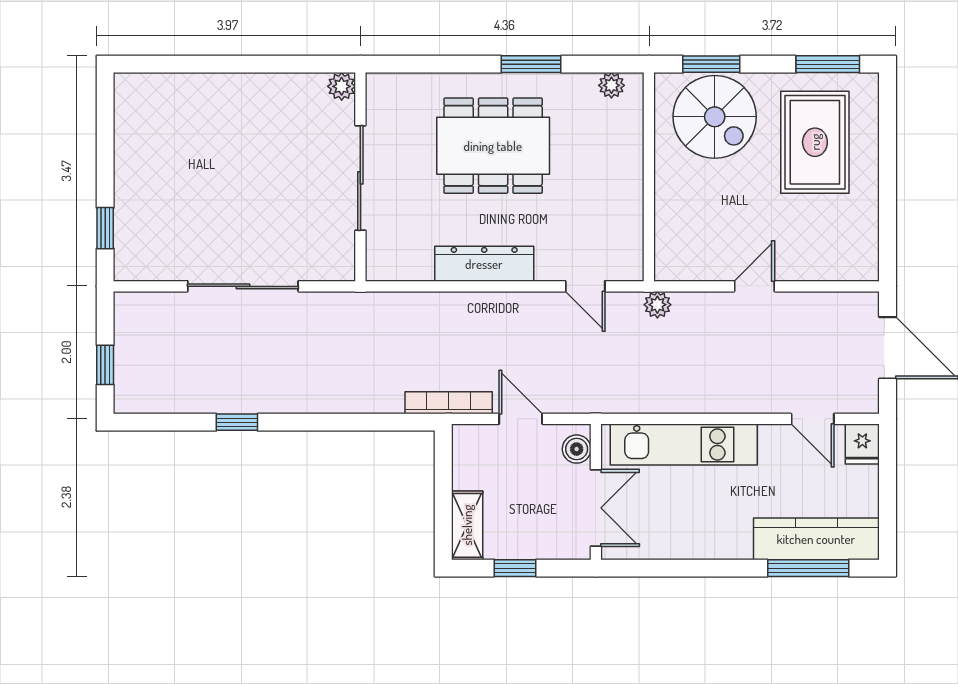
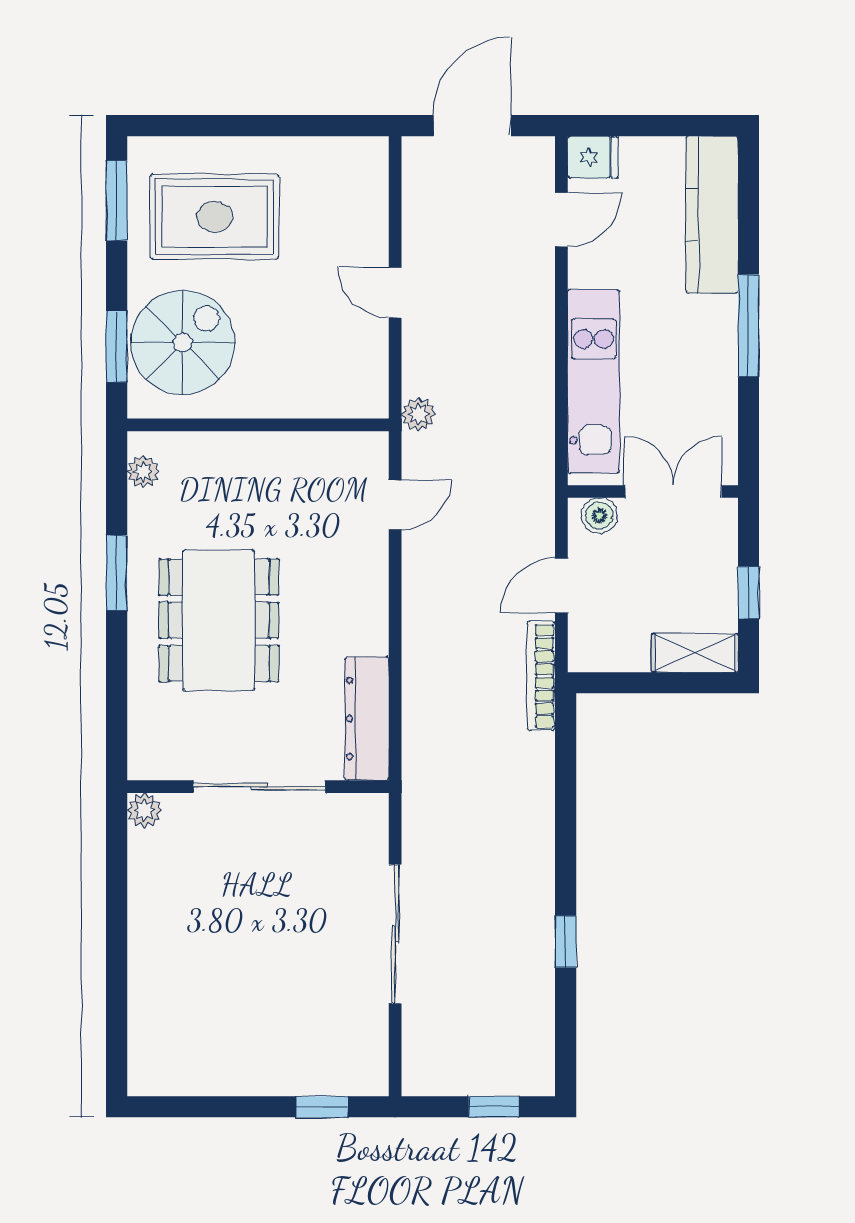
dresser: (484, 264) -> (367, 718), moved
window: (808, 568) -> (749, 326), moved

